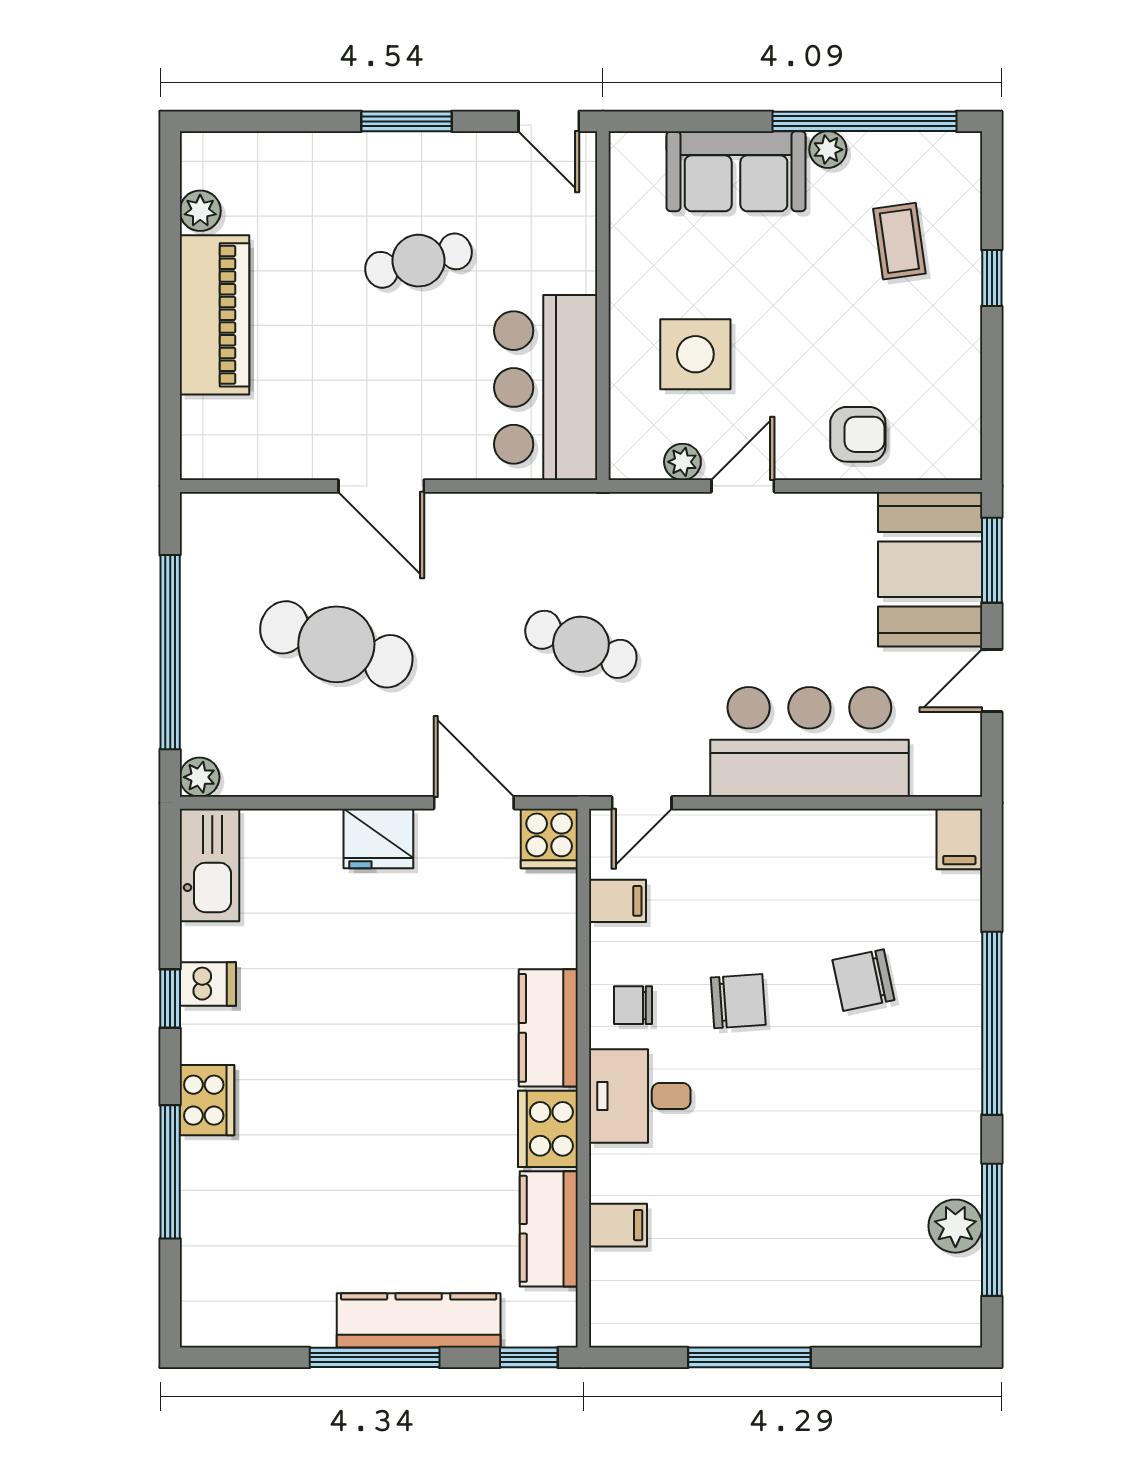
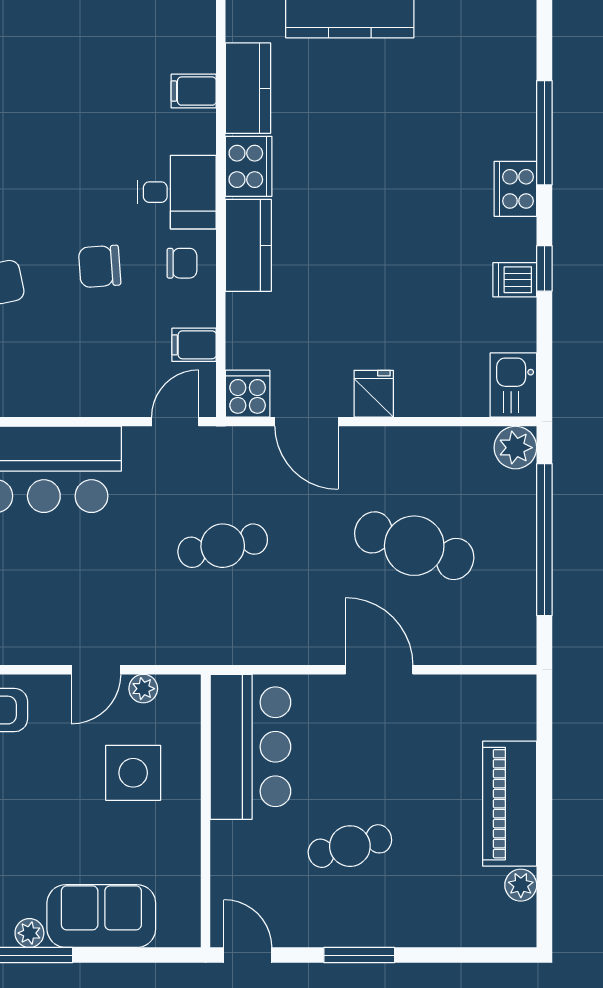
cafe table: (581, 644) -> (223, 546), turned -33
plant: (200, 777) -> (515, 448), width x1.38, depth x1.38
fridge: (378, 838) -> (374, 394), width x0.72
kitchen sink: (210, 865) -> (513, 385), width x0.73

